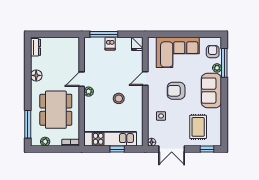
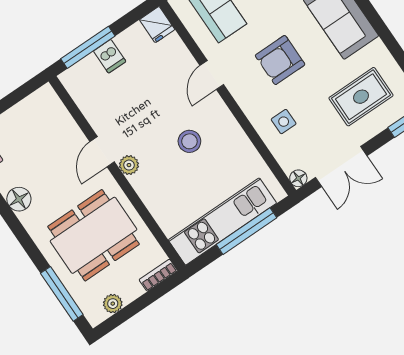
dining table: (56, 110) -> (94, 235), turned 90
rug: (198, 127) -> (361, 97), turned 90
window: (117, 149) -> (247, 231), width x2.17

